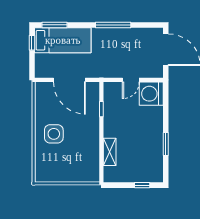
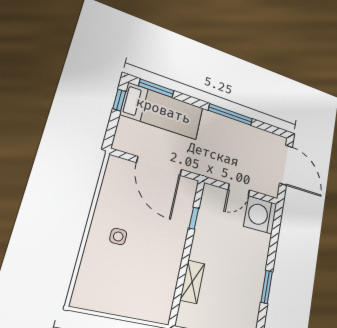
side table: (54, 134) -> (118, 236), width x0.54, depth x0.54

